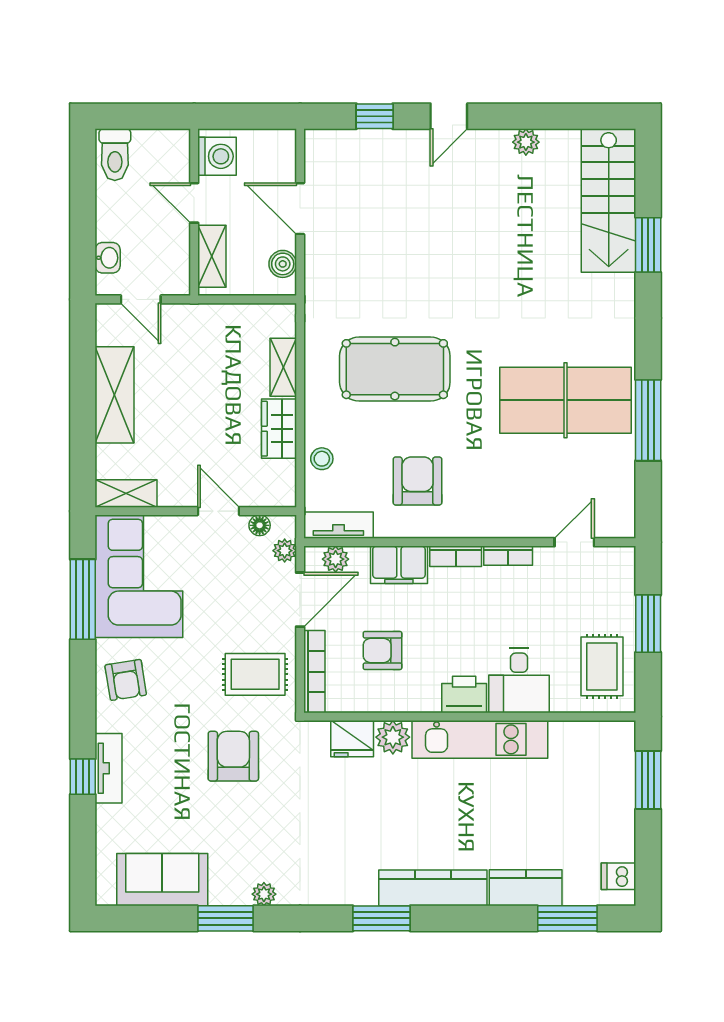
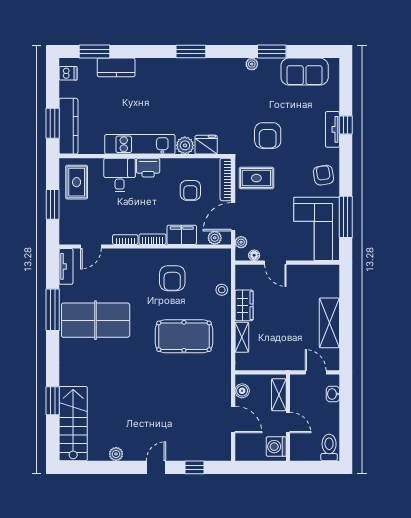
shelving: (126, 493) -> (323, 272), removed
tv unit: (338, 525) -> (66, 266), moved, turned -90
armchair: (382, 650) -> (190, 190), turned 90
kitchen counter: (433, 888) -> (68, 126), moved, turned -90

